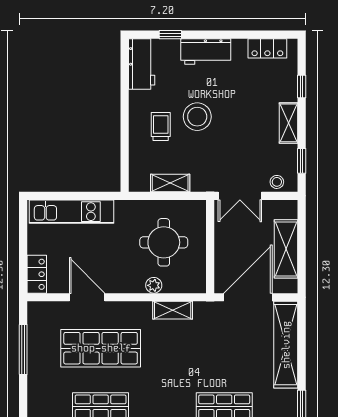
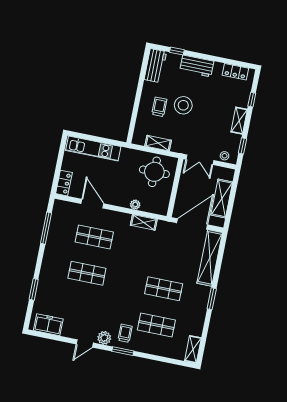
round table: (164, 242) -> (154, 172), moved
shop shelf: (101, 348) -> (94, 237), width x0.70, depth x0.74

